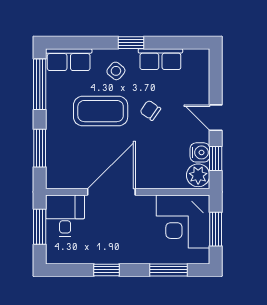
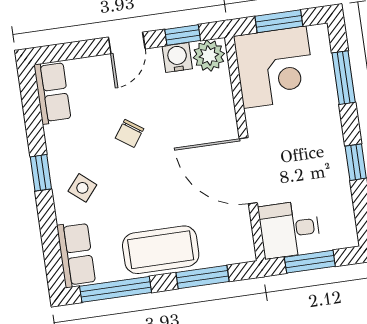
row of seats: (160, 59) -> (52, 93), moved
coffee table: (101, 111) -> (161, 250), moved, turned 90

